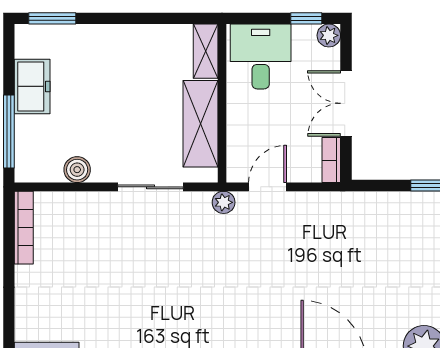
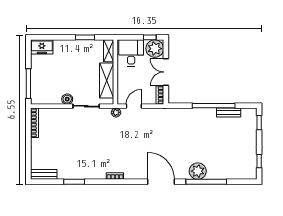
window: (52, 18) -> (85, 37), moved
plant: (329, 35) -> (155, 49), width x1.87, depth x1.87
freezer: (32, 86) -> (42, 47), moved, turned 90
boiler: (77, 170) -> (67, 99), moved

